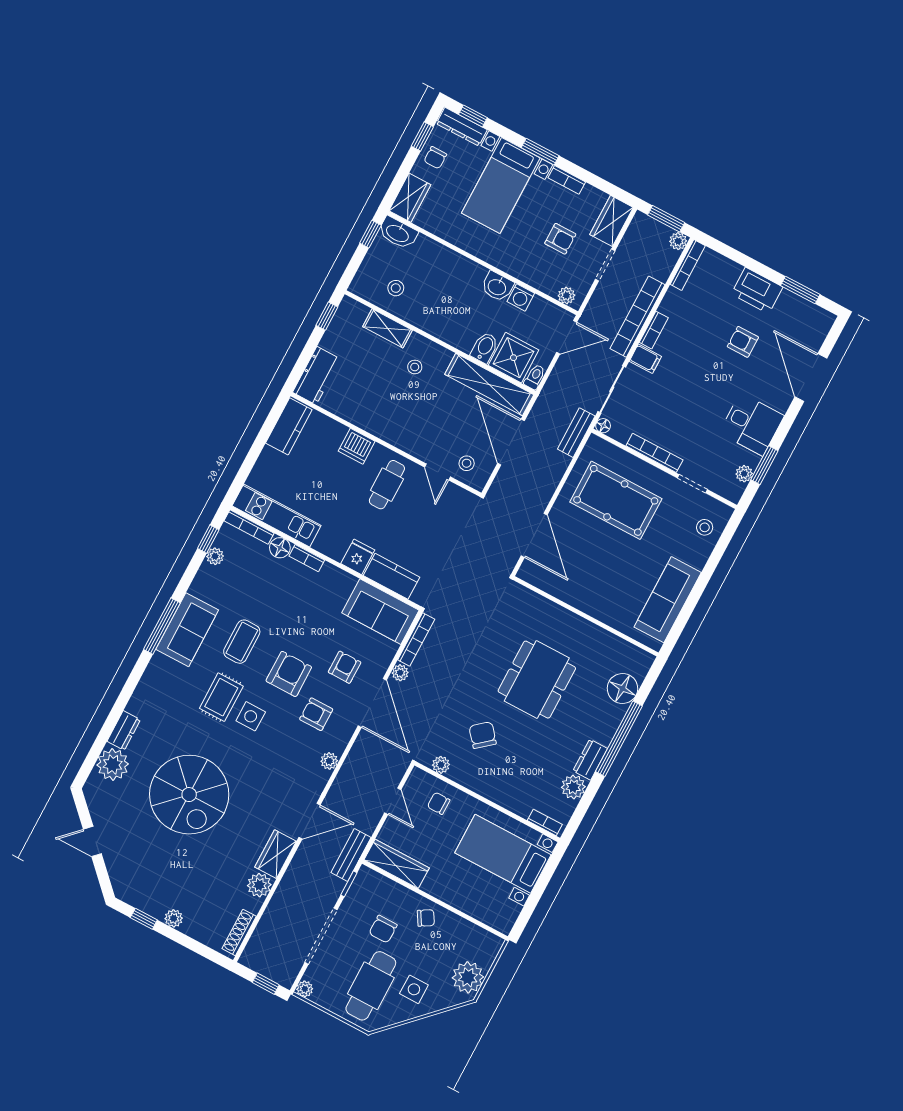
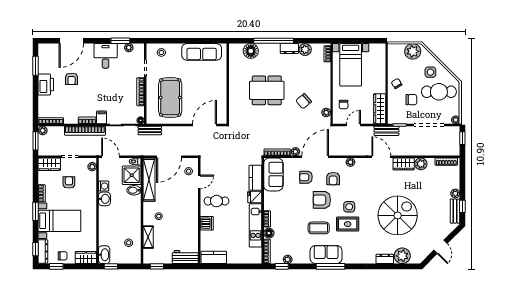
kitchen unit: (277, 516) -> (256, 225), moved
bench: (143, 901) -> (455, 211), added

